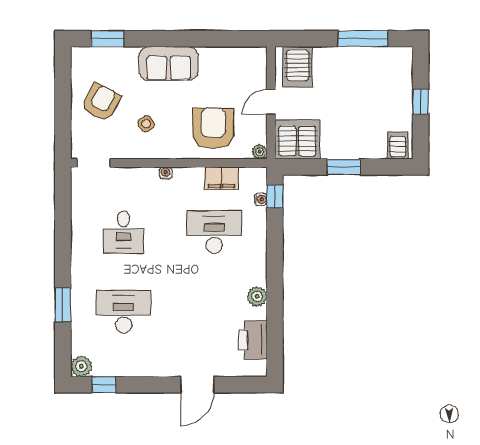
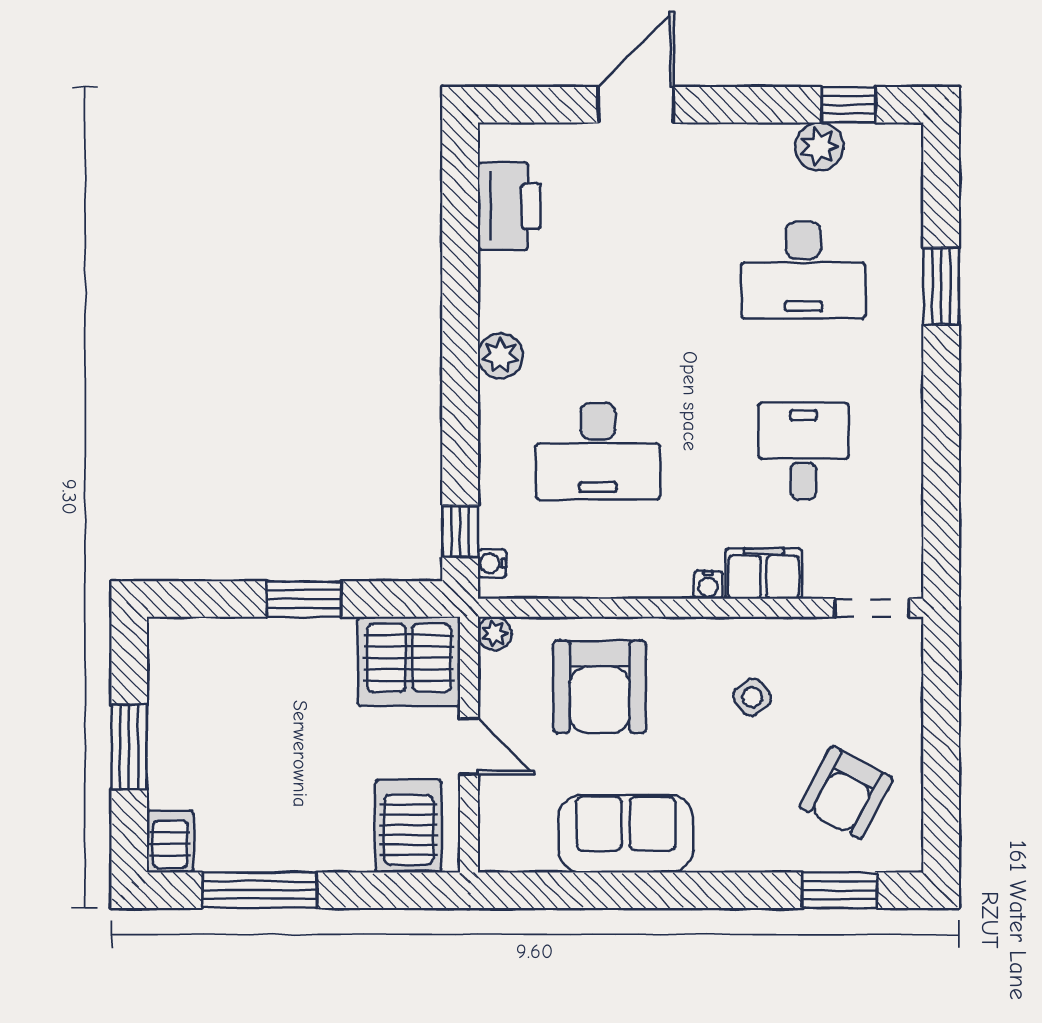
sofa: (169, 64) -> (626, 834), moved
armchair: (101, 102) -> (846, 793), moved
door: (271, 102) -> (469, 747), hinge flipped
window: (421, 102) -> (129, 747), width x1.50
server rack: (398, 146) -> (170, 842), moved, turned 180
filing cabinet: (221, 178) -> (764, 574), moved
water cooler: (261, 199) -> (492, 563), moved
plant: (257, 296) -> (500, 356), moved
plant: (81, 366) -> (819, 147), moved

